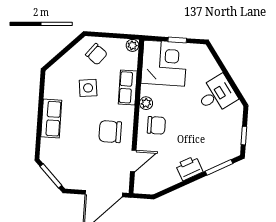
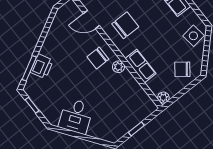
corner desk: (164, 63) -> (131, 105), removed
side table: (88, 88) -> (193, 36), moved
door: (133, 161) -> (91, 20), hinge flipped
printer: (189, 168) -> (42, 66), moved

